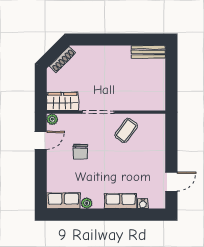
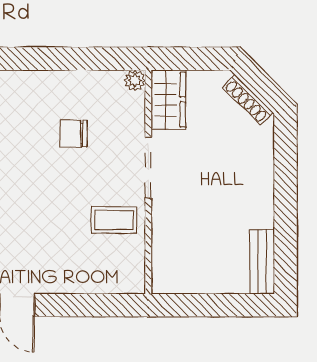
coffee table: (126, 130) -> (114, 220), turned -36
door: (41, 140) -> (95, 59), removed

